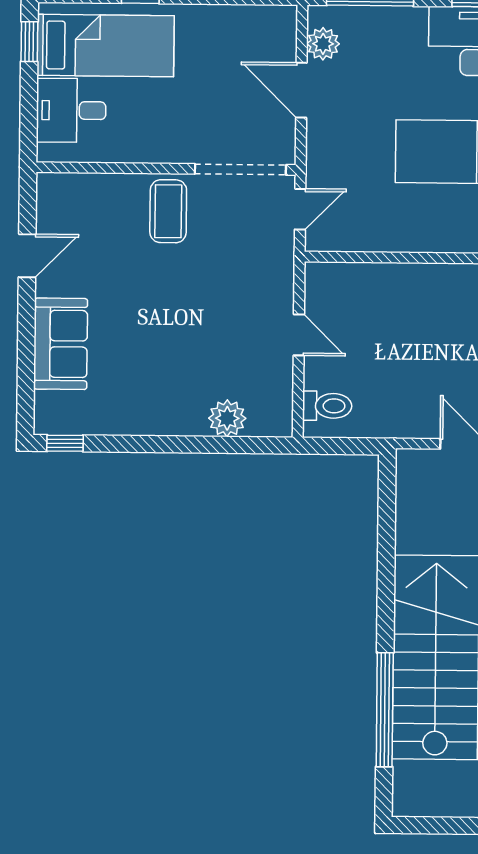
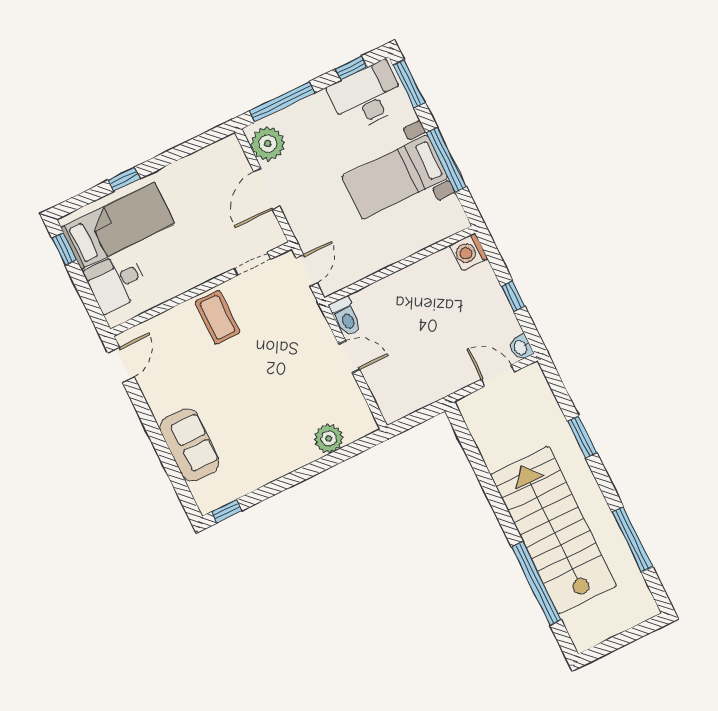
plant: (323, 44) -> (268, 144), width x1.36, depth x1.36
door: (301, 90) -> (267, 189), hinge flipped
doorway: (240, 169) -> (252, 264), width x0.53
door: (27, 256) -> (121, 365), moved
toilet: (327, 406) -> (346, 317), moved, turned 90

